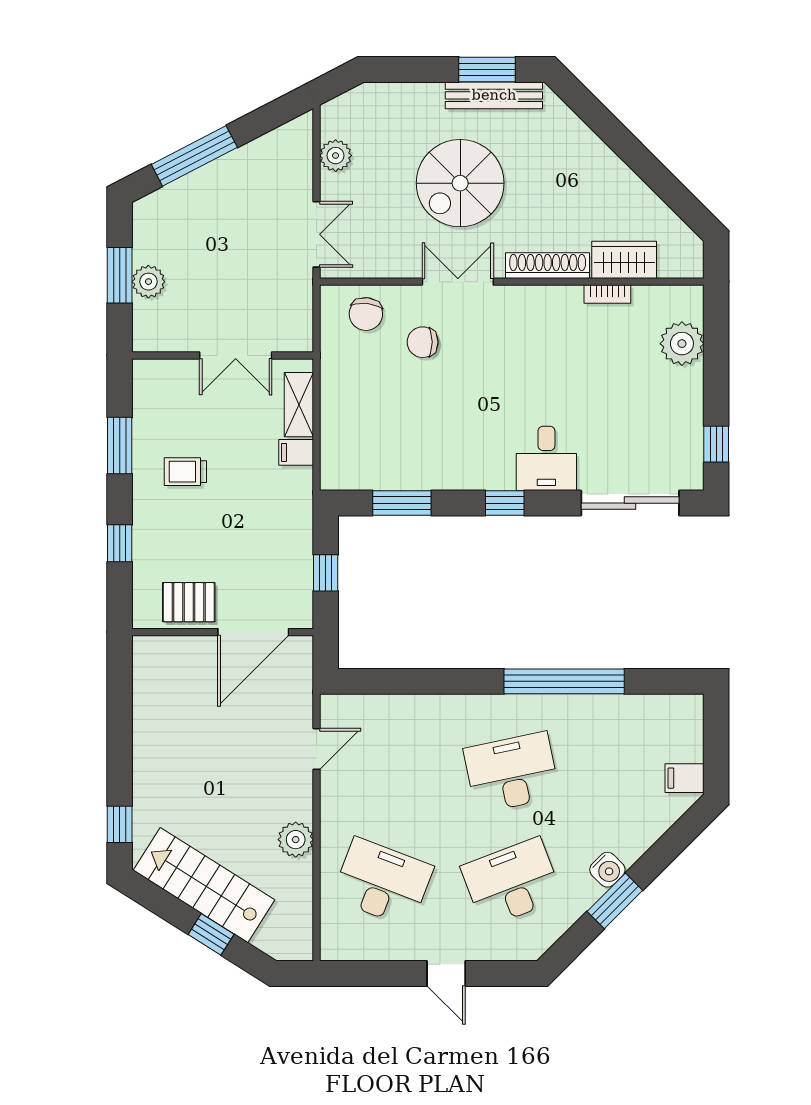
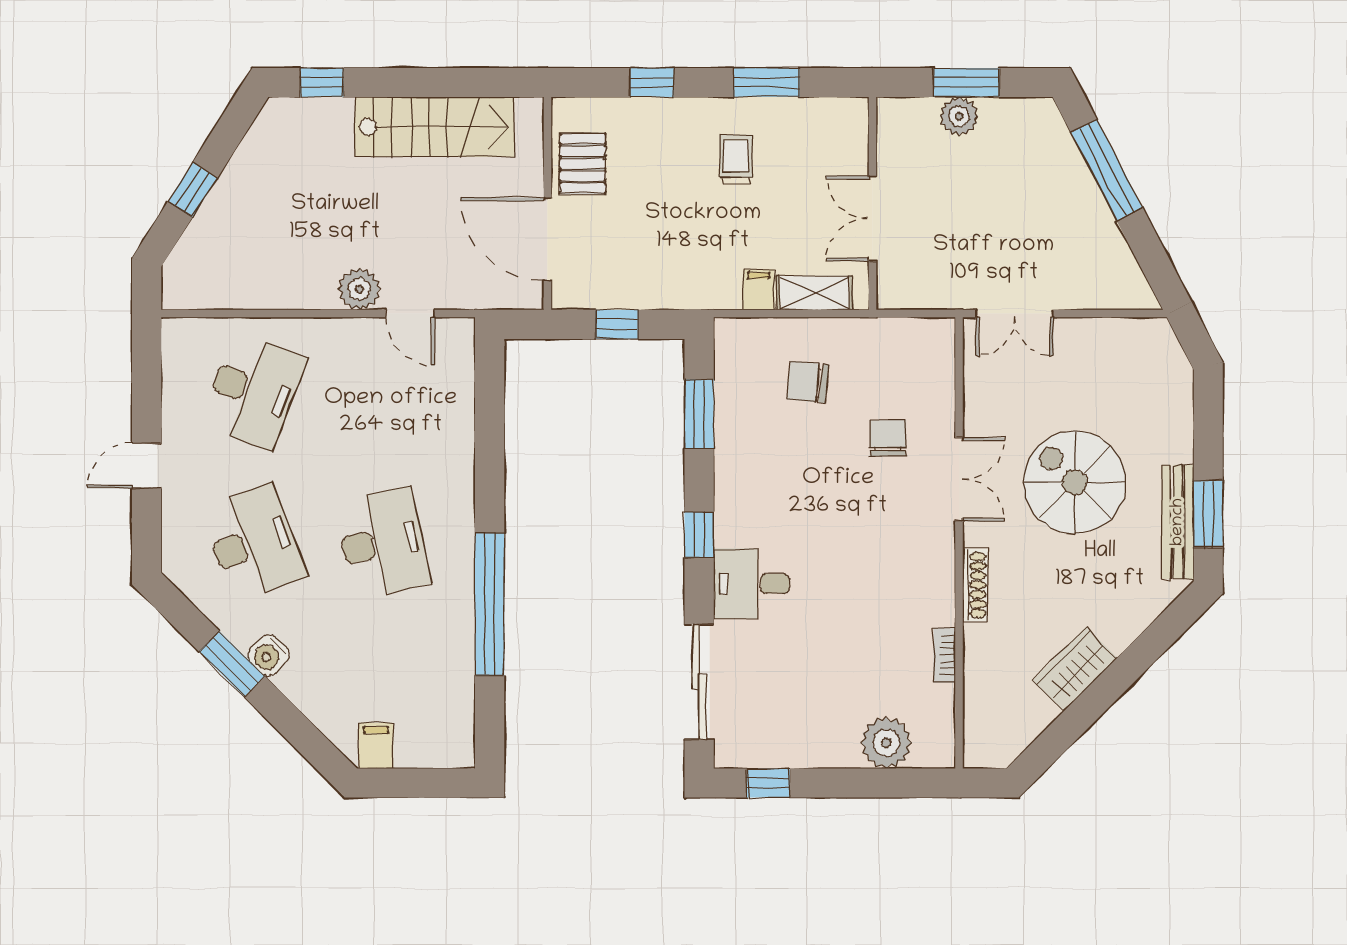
plant: (336, 156) -> (1107, 336), removed
wardrobe: (624, 260) -> (1075, 669), moved, turned -135
shoe rack: (548, 266) -> (975, 585), width x0.74, depth x0.81
chair: (366, 314) -> (808, 382), moved
plant: (296, 840) -> (359, 289), moved
stairs: (204, 885) -> (435, 127), moved, turned 58

